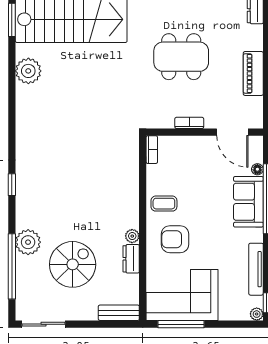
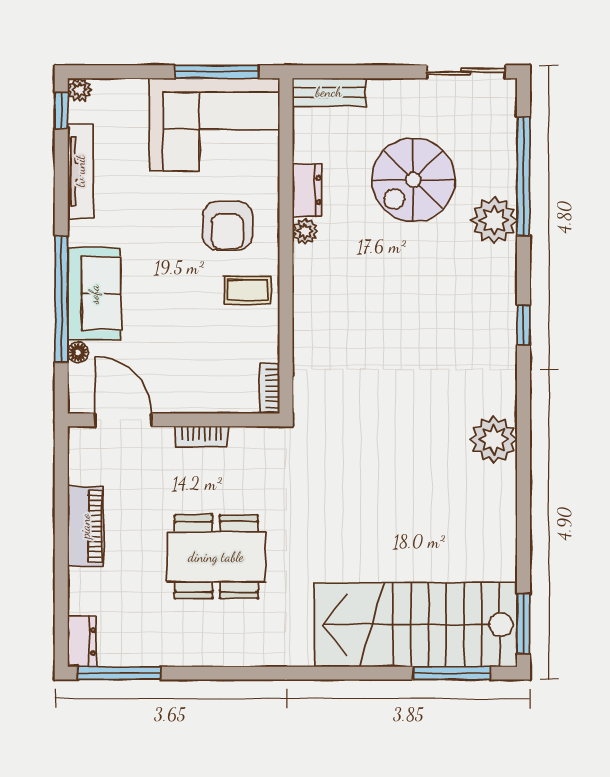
plant: (28, 71) -> (494, 439), moved
armchair: (175, 239) -> (227, 226), turned 90

